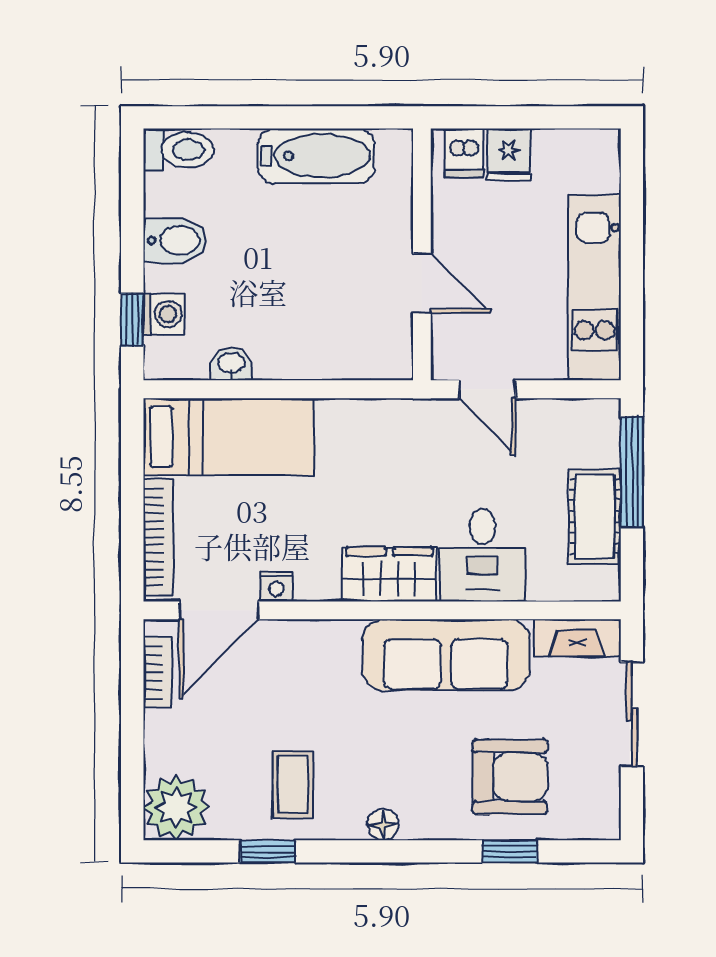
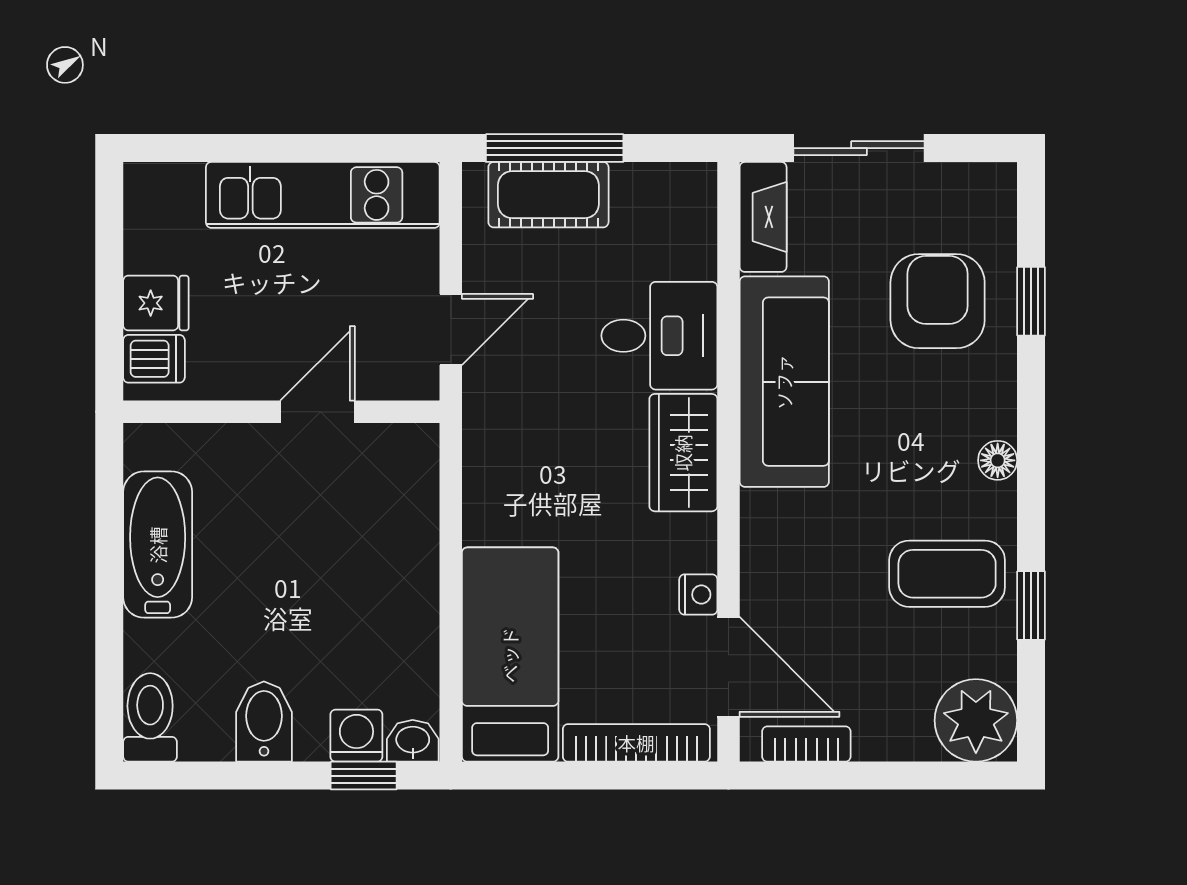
washbasin: (231, 364) -> (413, 741), moved, turned 90
cot: (595, 516) -> (548, 195), moved
coffee table: (293, 784) -> (947, 574), width x1.36, depth x1.30

